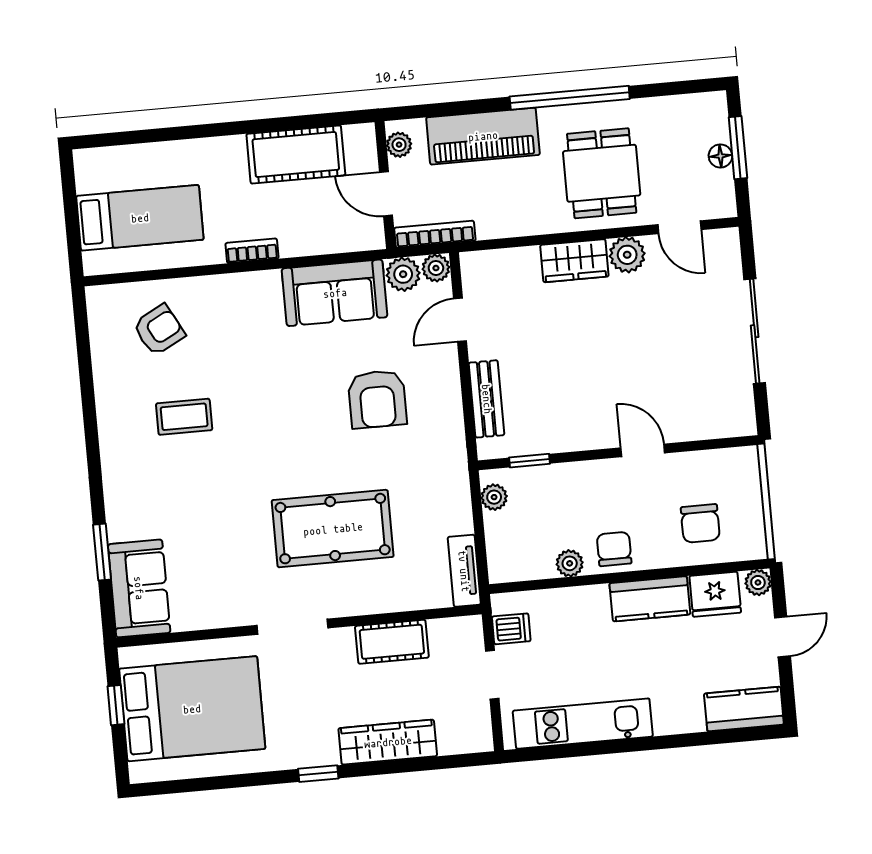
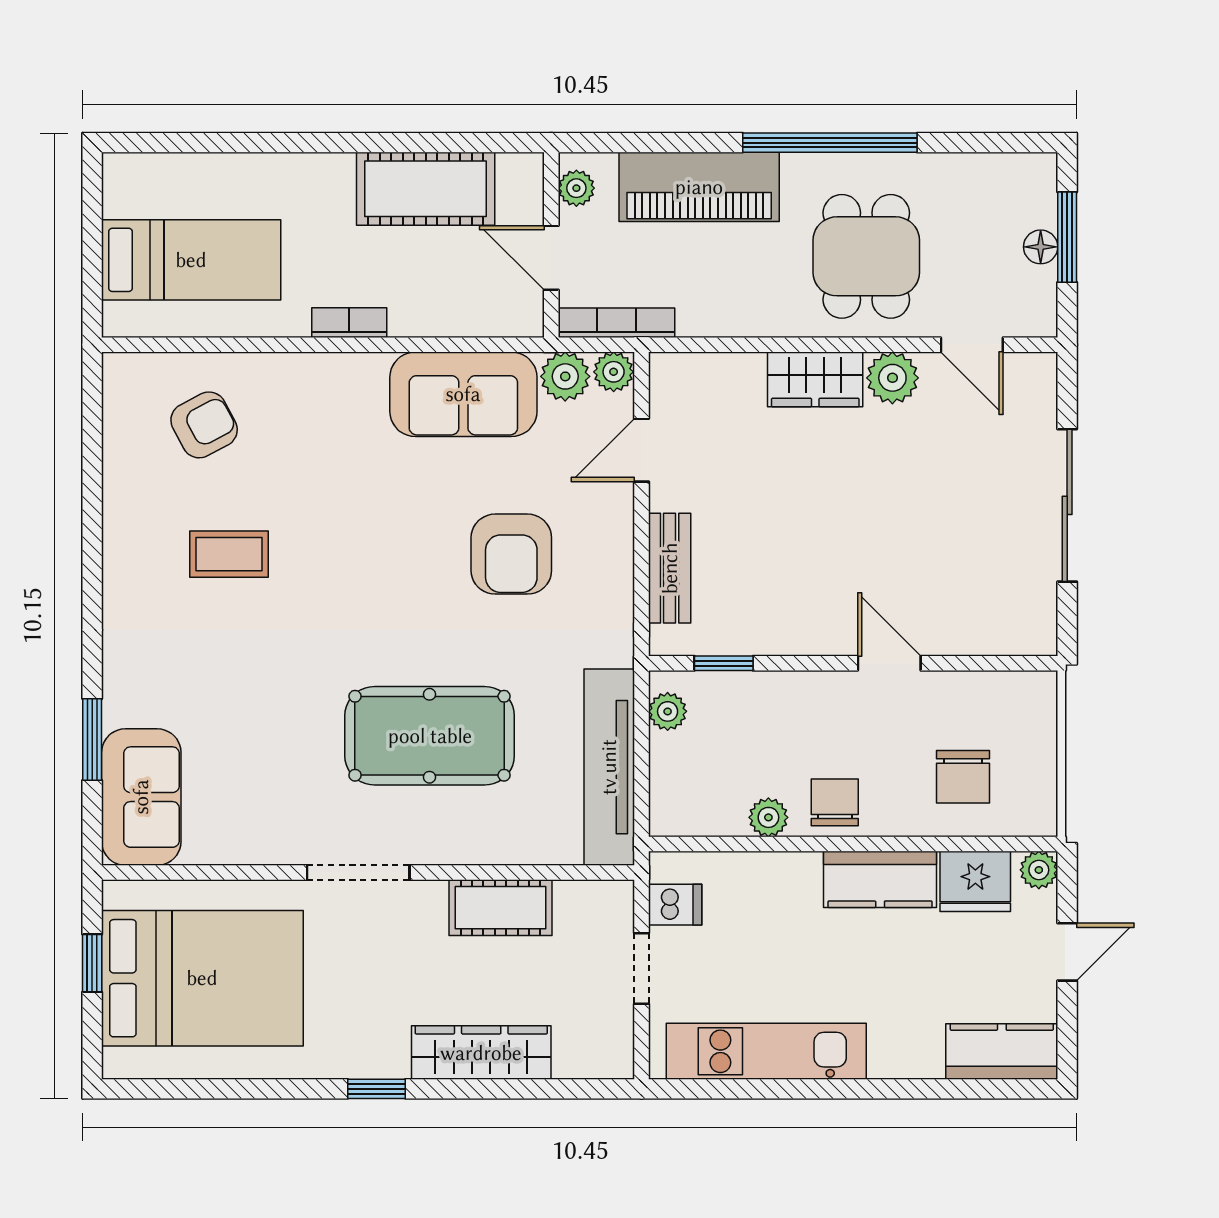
tv unit: (464, 571) -> (609, 767), width x1.92, depth x1.29

